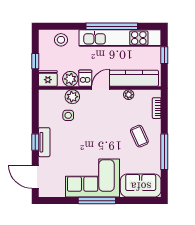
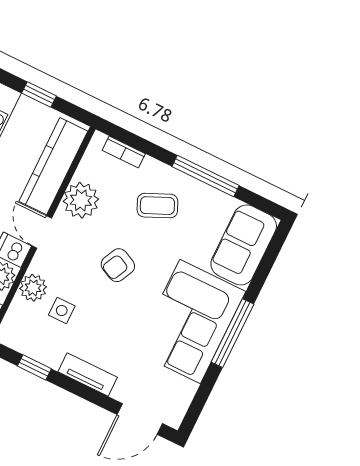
plant: (129, 95) -> (81, 200), width x1.88, depth x1.88
armchair: (102, 131) -> (118, 265), added
window: (35, 142) -> (34, 367), moved

